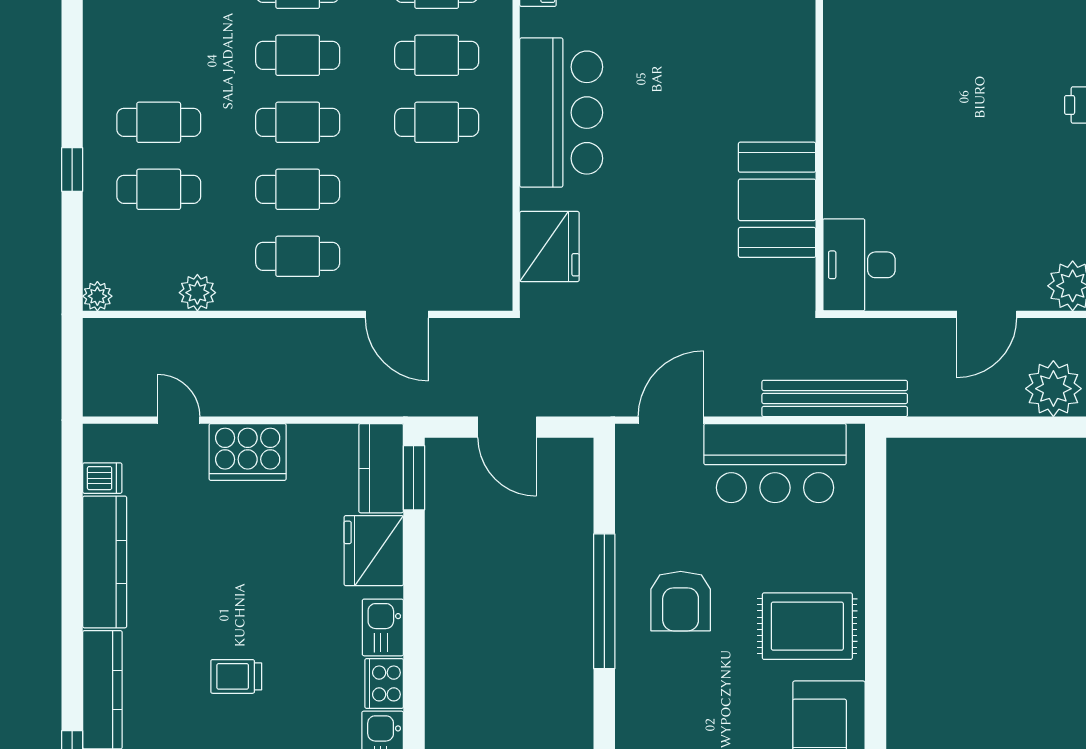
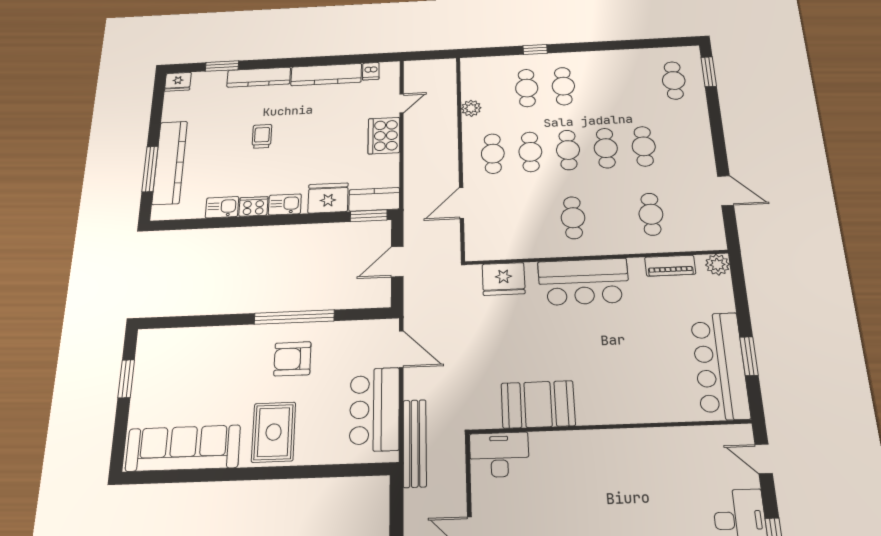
cafe table: (437, 55) -> (612, 216), removed
plant: (97, 296) -> (468, 64), removed

